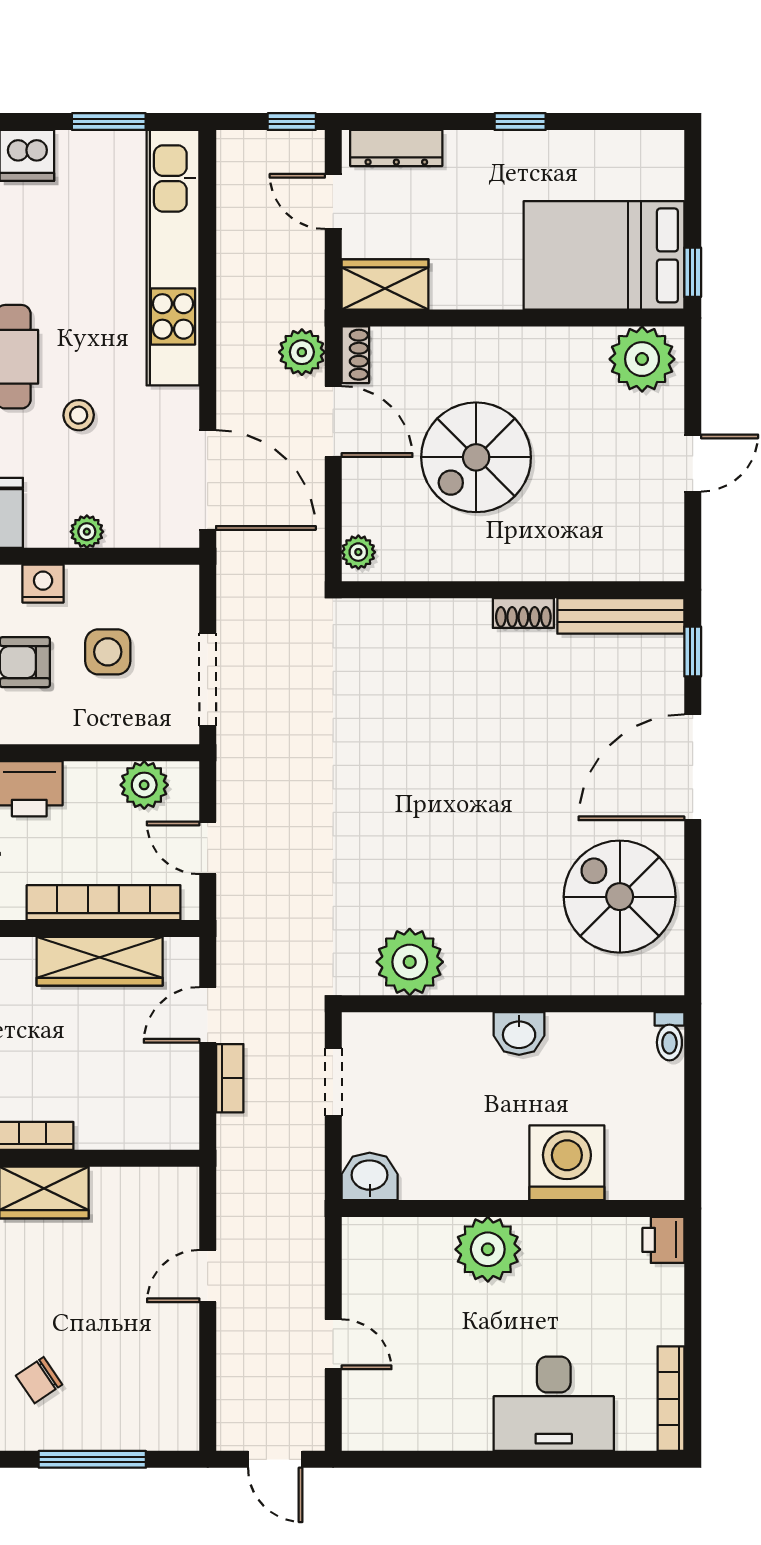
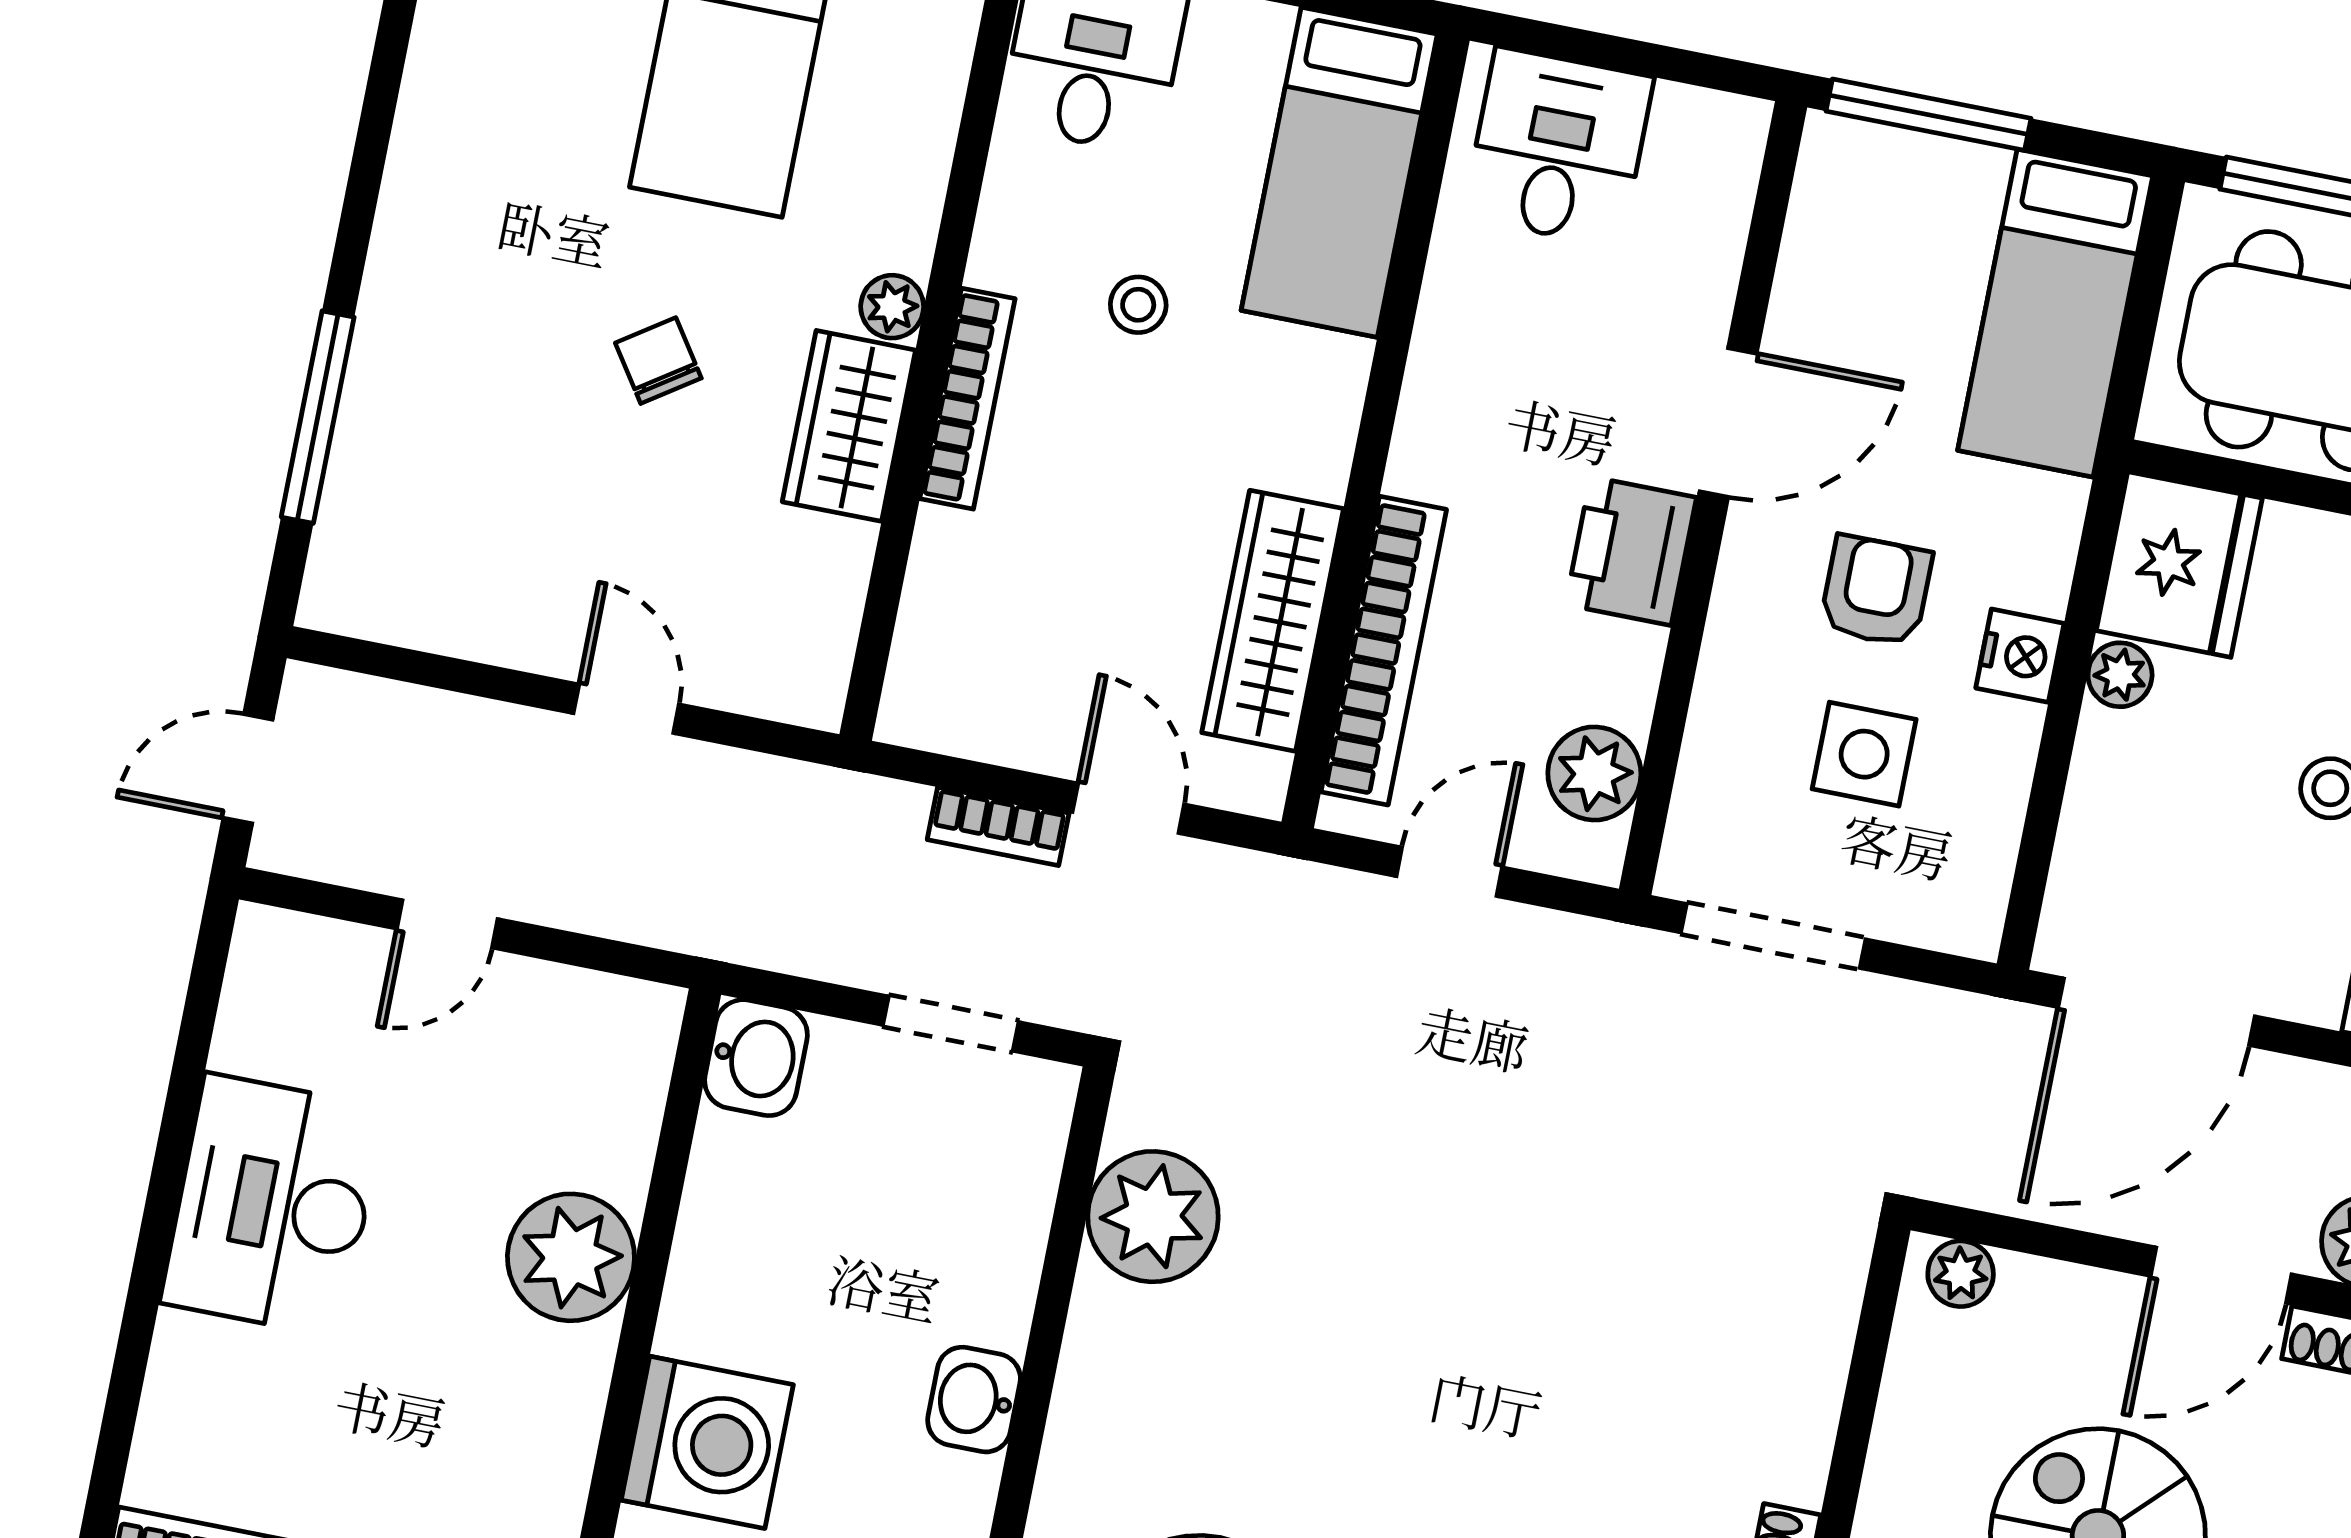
plant: (87, 532) -> (2120, 675), moved
chair: (39, 1380) -> (658, 361), moved
desk: (554, 1404) -> (273, 1205), moved

